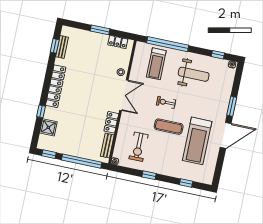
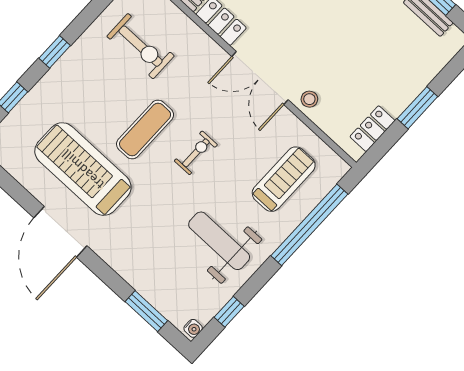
treadmill: (156, 64) -> (284, 179), turned 90
weight bench: (194, 74) -> (219, 241), turned 90
window: (232, 106) -> (146, 311), moved
exercise bike: (139, 147) -> (141, 46), turned 180
window: (149, 175) -> (55, 52), moved

